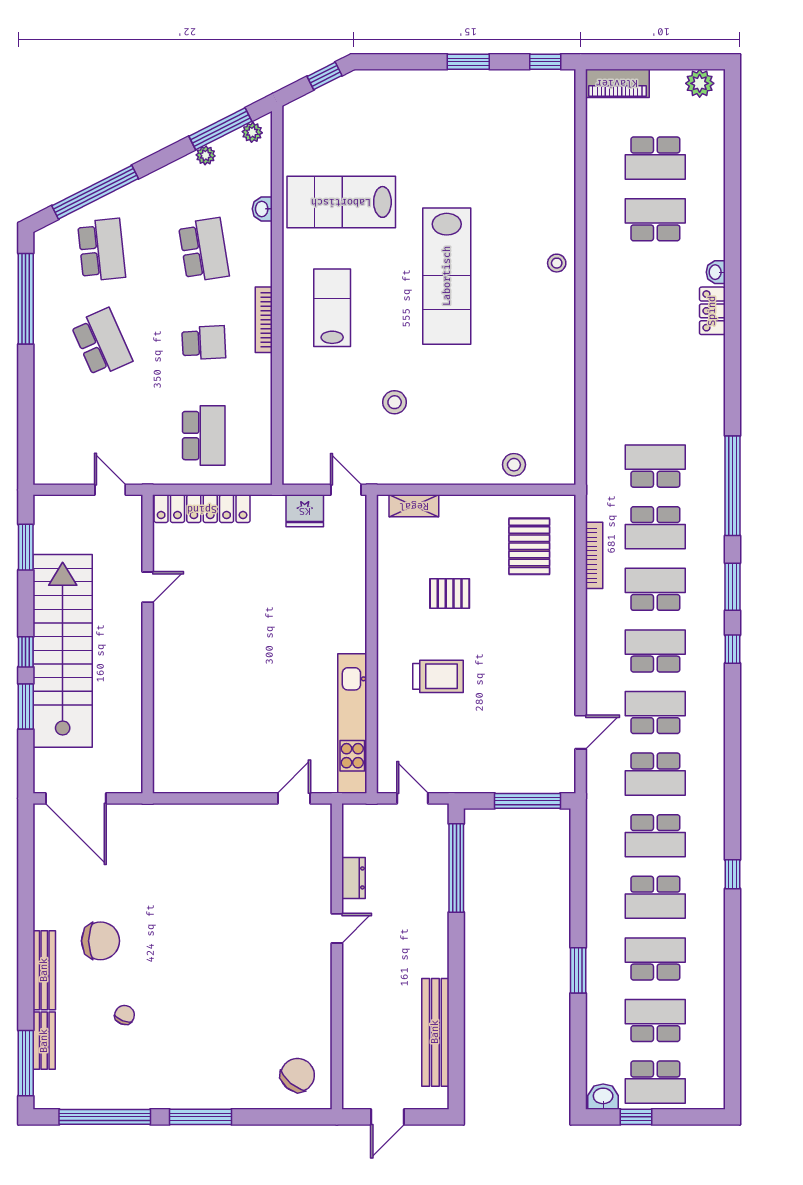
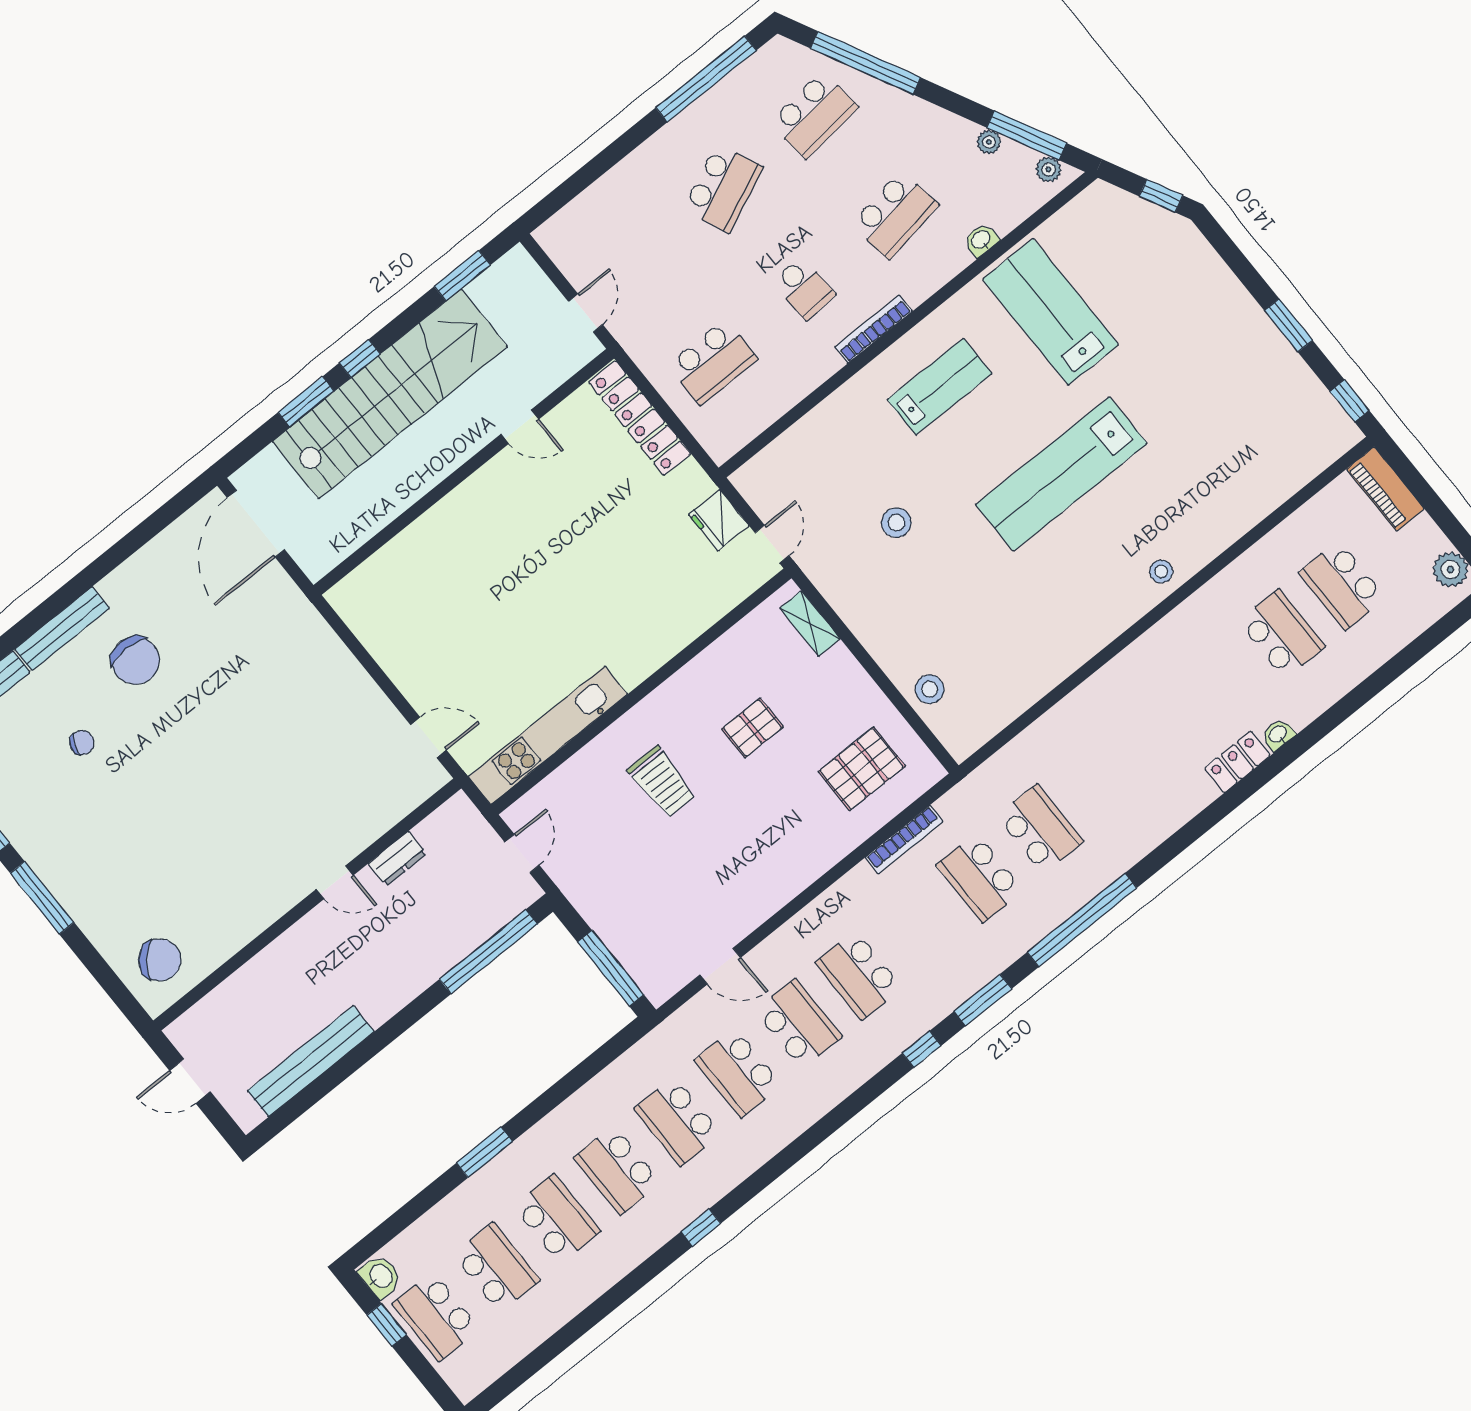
school desk: (655, 589) -> (919, 926), removed
pallet: (450, 593) -> (752, 728), turned 90
school desk: (655, 651) -> (859, 975), turned 180

